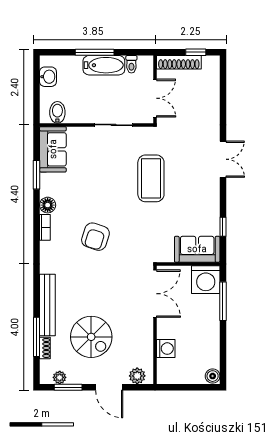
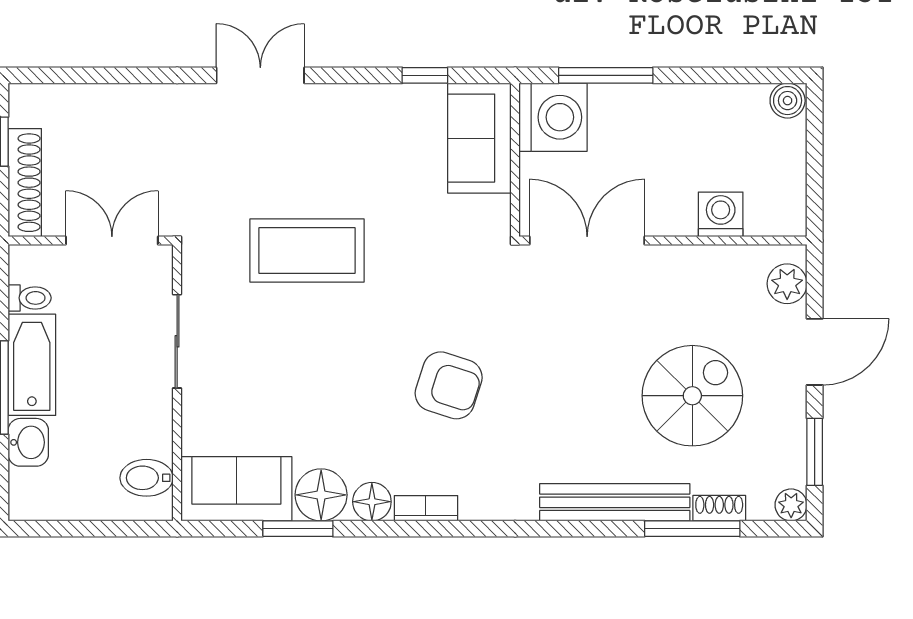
washbasin: (48, 77) -> (28, 442), moved, turned 90
floor lamp: (50, 184) -> (321, 495), added
plant: (60, 377) -> (791, 505), moved

